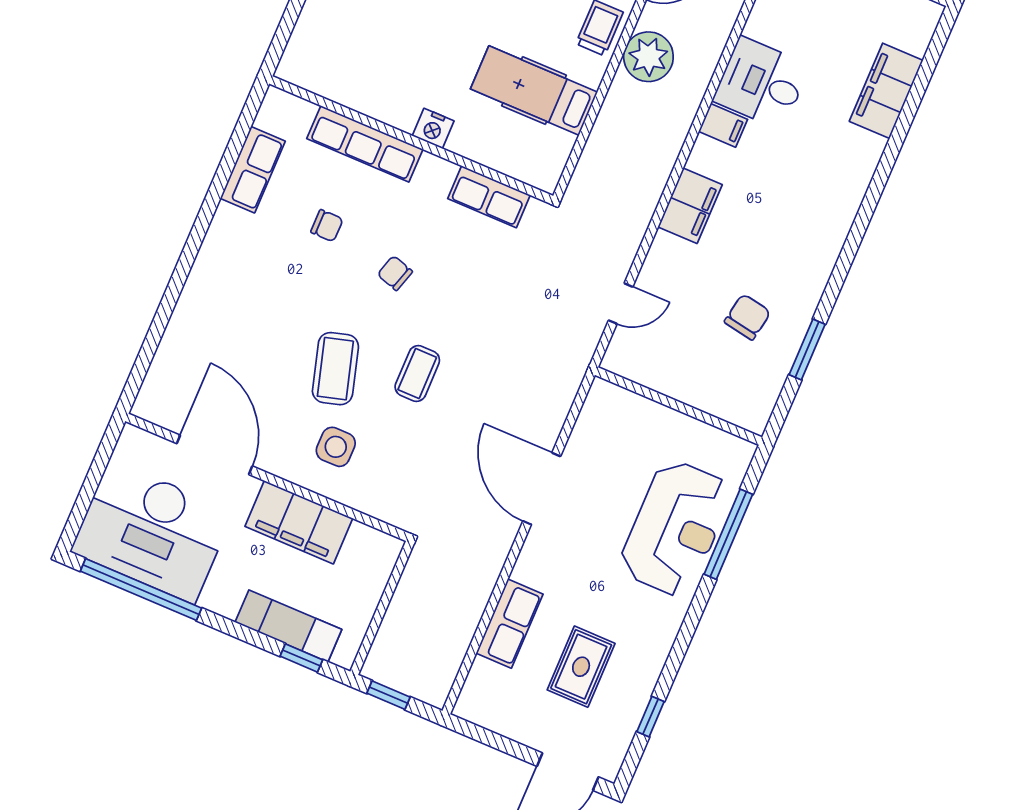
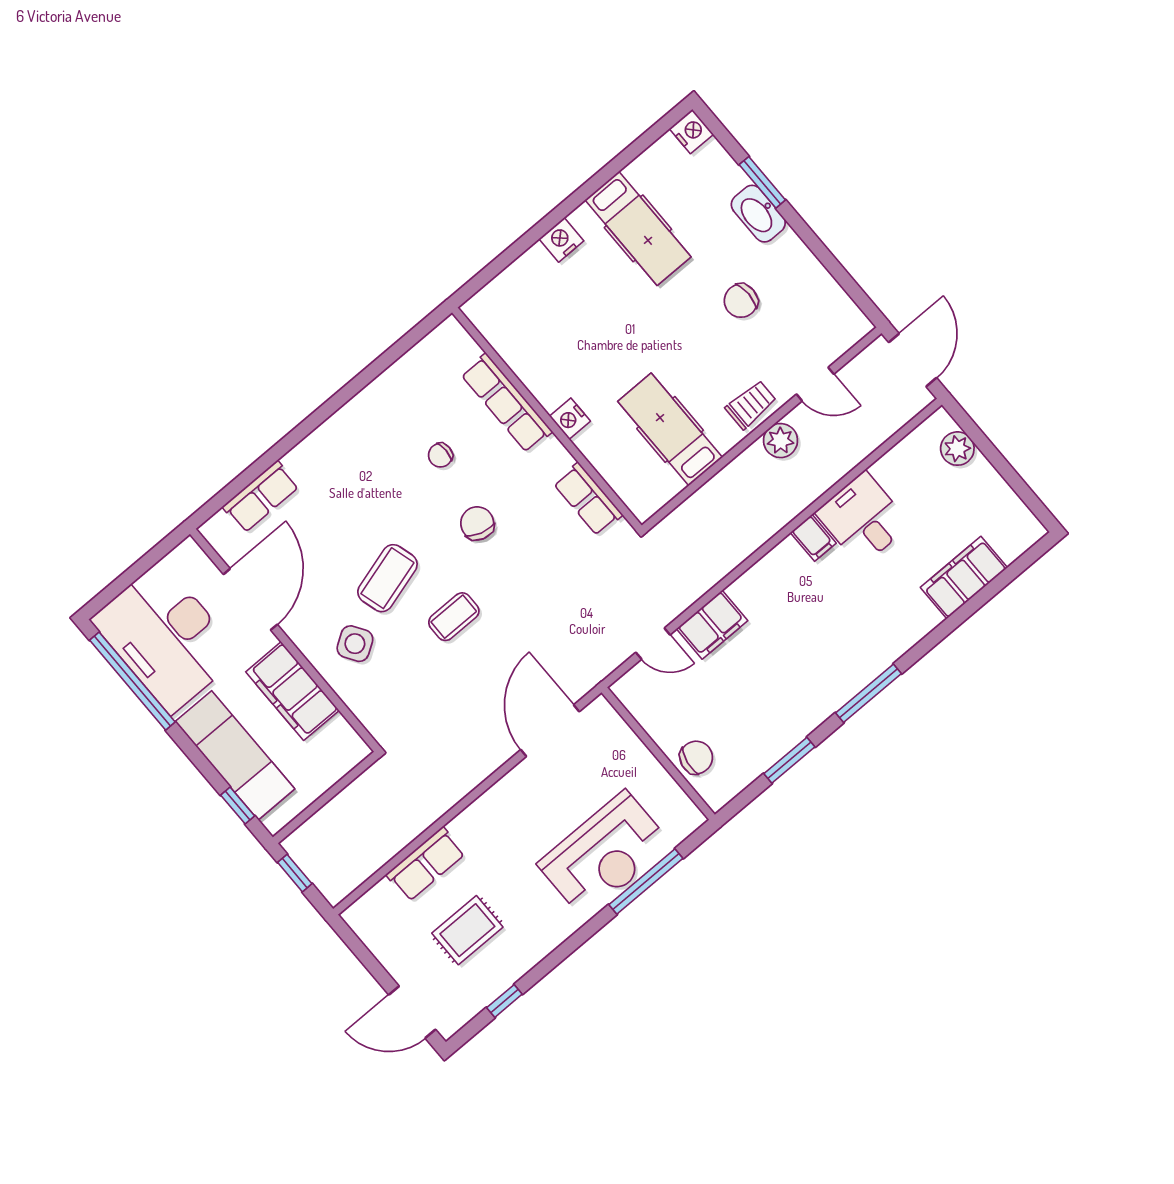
plant: (648, 57) -> (781, 441), width x0.73, depth x0.73
row of seats: (253, 170) -> (261, 497), moved
filing cabinet: (690, 206) -> (712, 625), moved
chair: (327, 226) -> (440, 455), turned 90
window: (851, 247) -> (868, 693), added
chair: (395, 273) -> (477, 523), width x1.37, depth x1.37
chair: (747, 317) -> (696, 757), moved
side table: (336, 447) -> (355, 644), turned -33
door: (542, 489) -> (550, 731), moved
exam couch: (288, 626) -> (235, 755), width x1.36, depth x1.45

